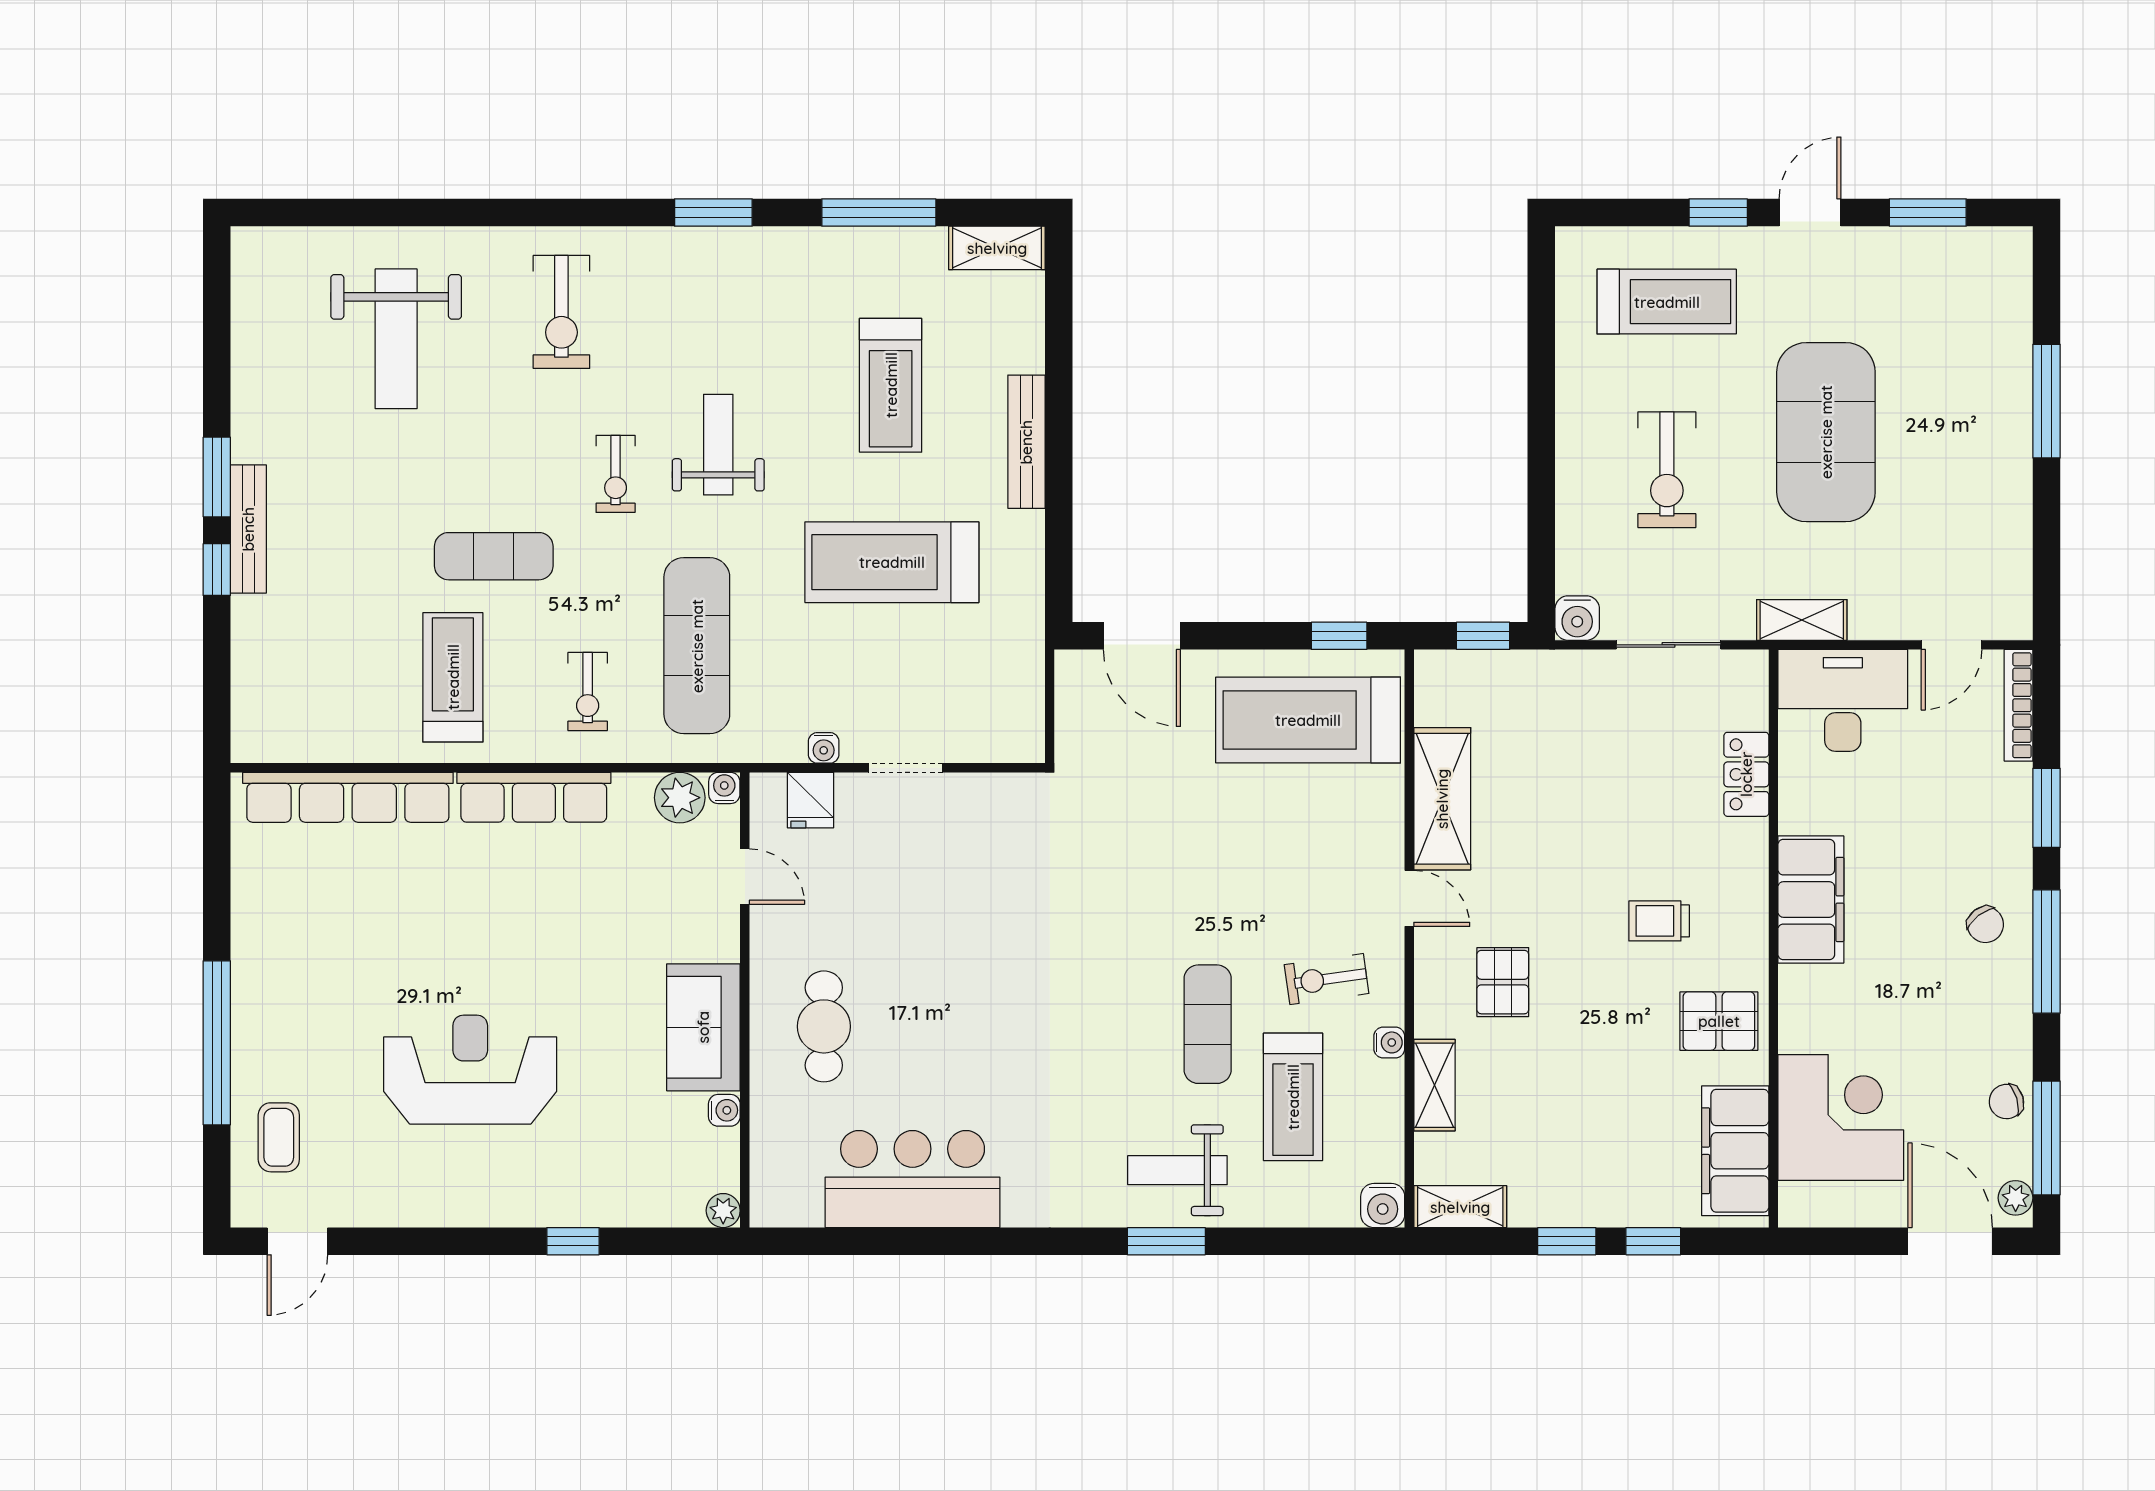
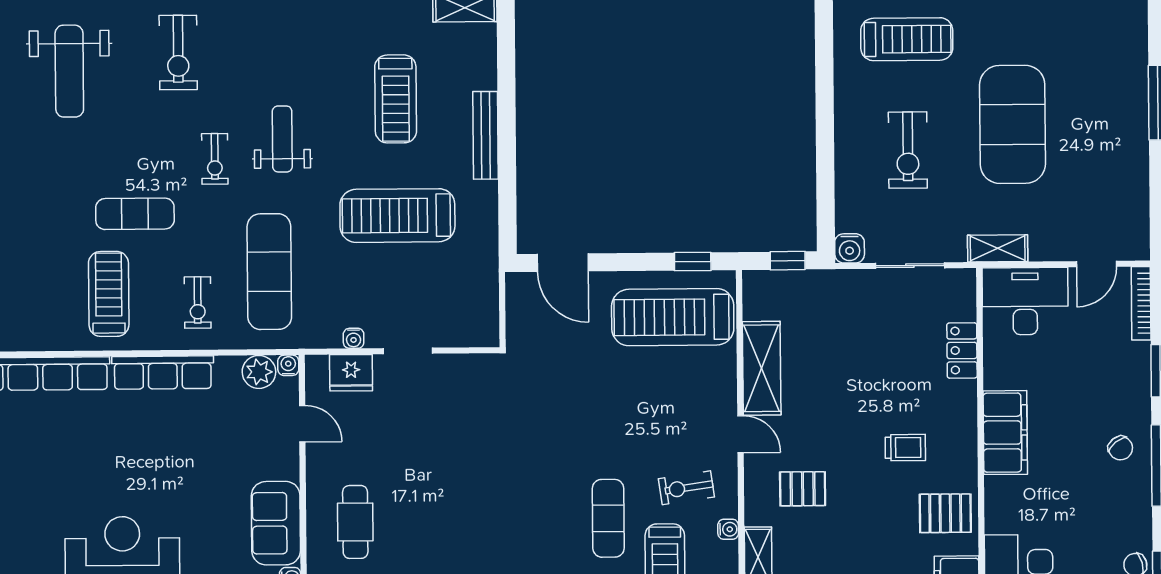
fridge: (811, 800) -> (351, 373), width x1.38
trolley: (1659, 921) -> (905, 448), turned 180
pallet: (1503, 982) -> (803, 489), turned 90

